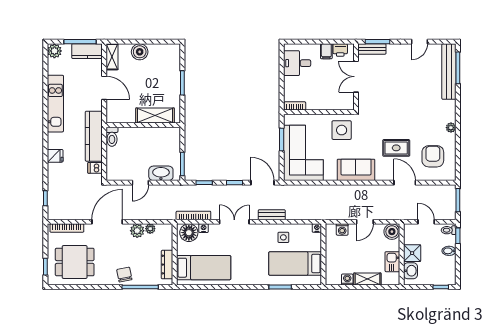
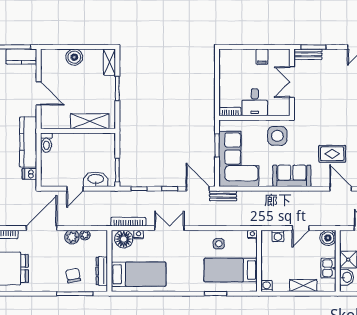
printer: (340, 50) -> (276, 55), removed
shelving: (112, 57) -> (109, 62), moved
desk: (297, 63) -> (255, 102), moved, turned -90
bench: (272, 215) -> (223, 196), moved
chair: (124, 275) -> (73, 275), moved
washing machine: (347, 279) -> (267, 286), moved

